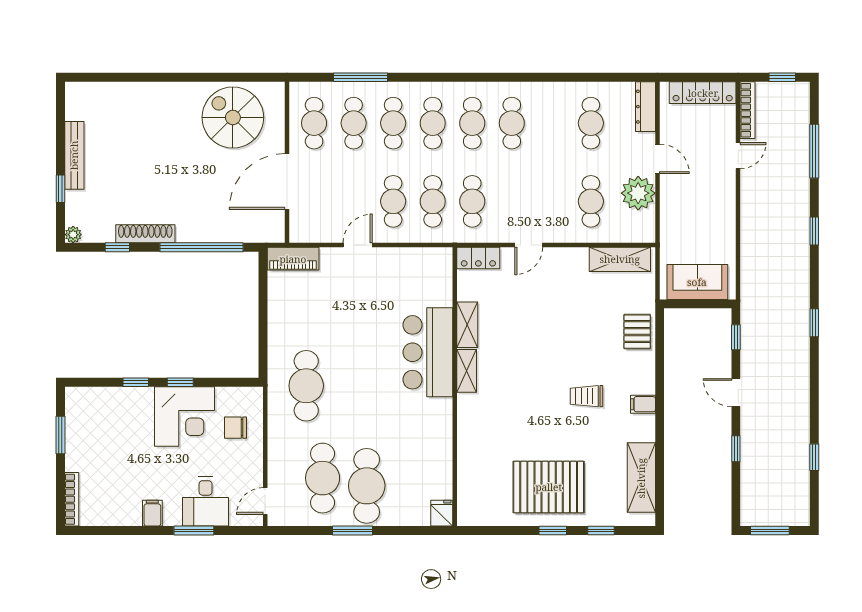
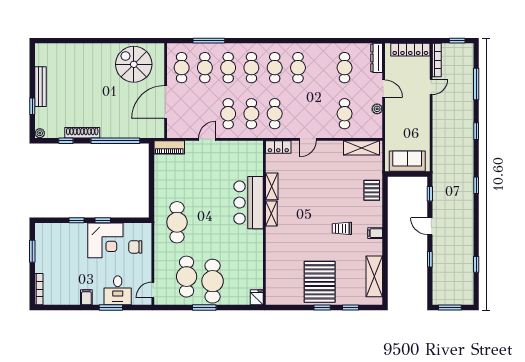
plant: (638, 193) -> (377, 109), width x0.53, depth x0.53
pallet: (549, 487) -> (320, 282), turned 90

